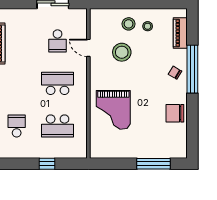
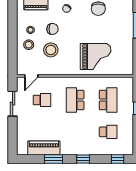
door: (88, 48) -> (31, 76), moved
chair: (149, 54) -> (53, 29), added
school desk: (17, 126) -> (108, 132), turned 180

